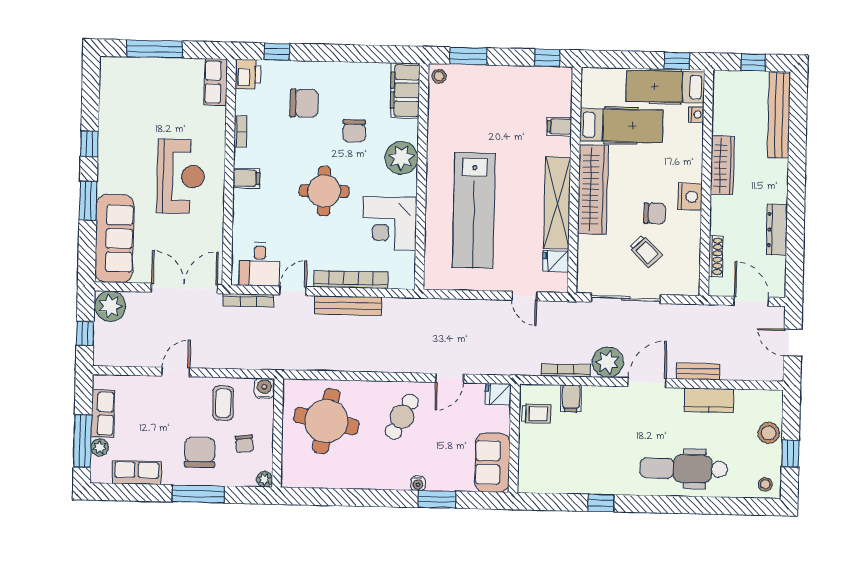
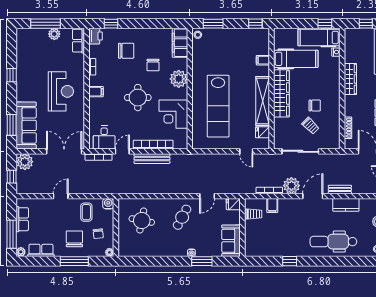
plant: (171, 69) -> (54, 34), added
nightstand: (690, 197) -> (333, 96), removed
window: (88, 201) -> (12, 125), moved
round table: (326, 421) -> (142, 220), width x0.73, depth x0.73
plant: (100, 447) -> (21, 252), moved

